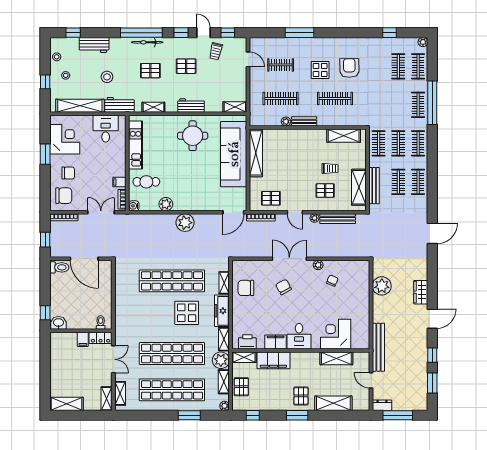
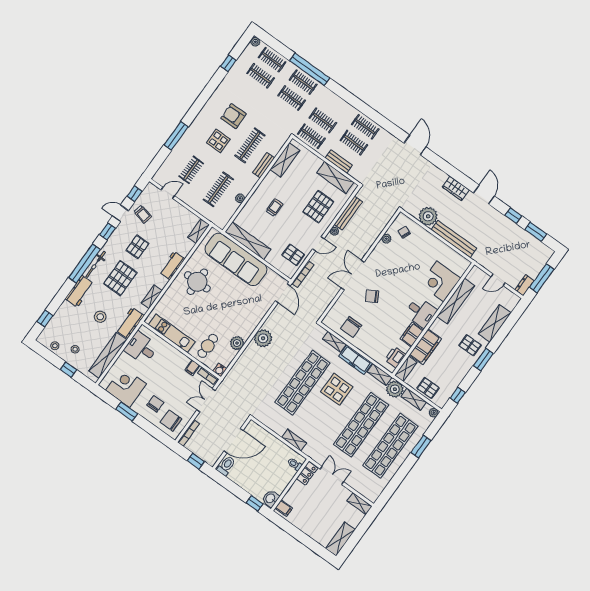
workbench: (94, 45) -> (79, 291), moved
pallet: (150, 71) -> (120, 278), width x1.50, depth x1.42
bench: (304, 121) -> (264, 165), moved
clothes rail: (418, 143) -> (292, 98), moved
trolley: (330, 168) -> (274, 208), moved
bench: (374, 186) -> (339, 162), width x0.73
pallet: (325, 191) -> (318, 207), width x1.50, depth x1.42
chair: (64, 196) -> (171, 421), turned -90
pallet: (271, 198) -> (293, 255), turned 90
plant: (318, 265) -> (386, 239), moved
chair: (332, 281) -> (404, 232), moved
filing cabinet: (83, 339) -> (284, 508), moved
bench: (378, 347) -> (454, 239), moved
shelving: (336, 358) -> (456, 301), width x1.47
shelving: (120, 393) -> (294, 440), moved

